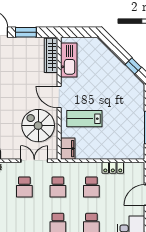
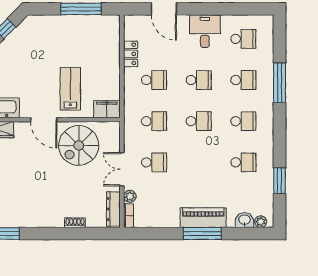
door: (59, 97) -> (44, 120), hinge flipped
lab bench: (84, 119) -> (70, 89), turned 180
double door: (34, 161) -> (122, 169), moved

